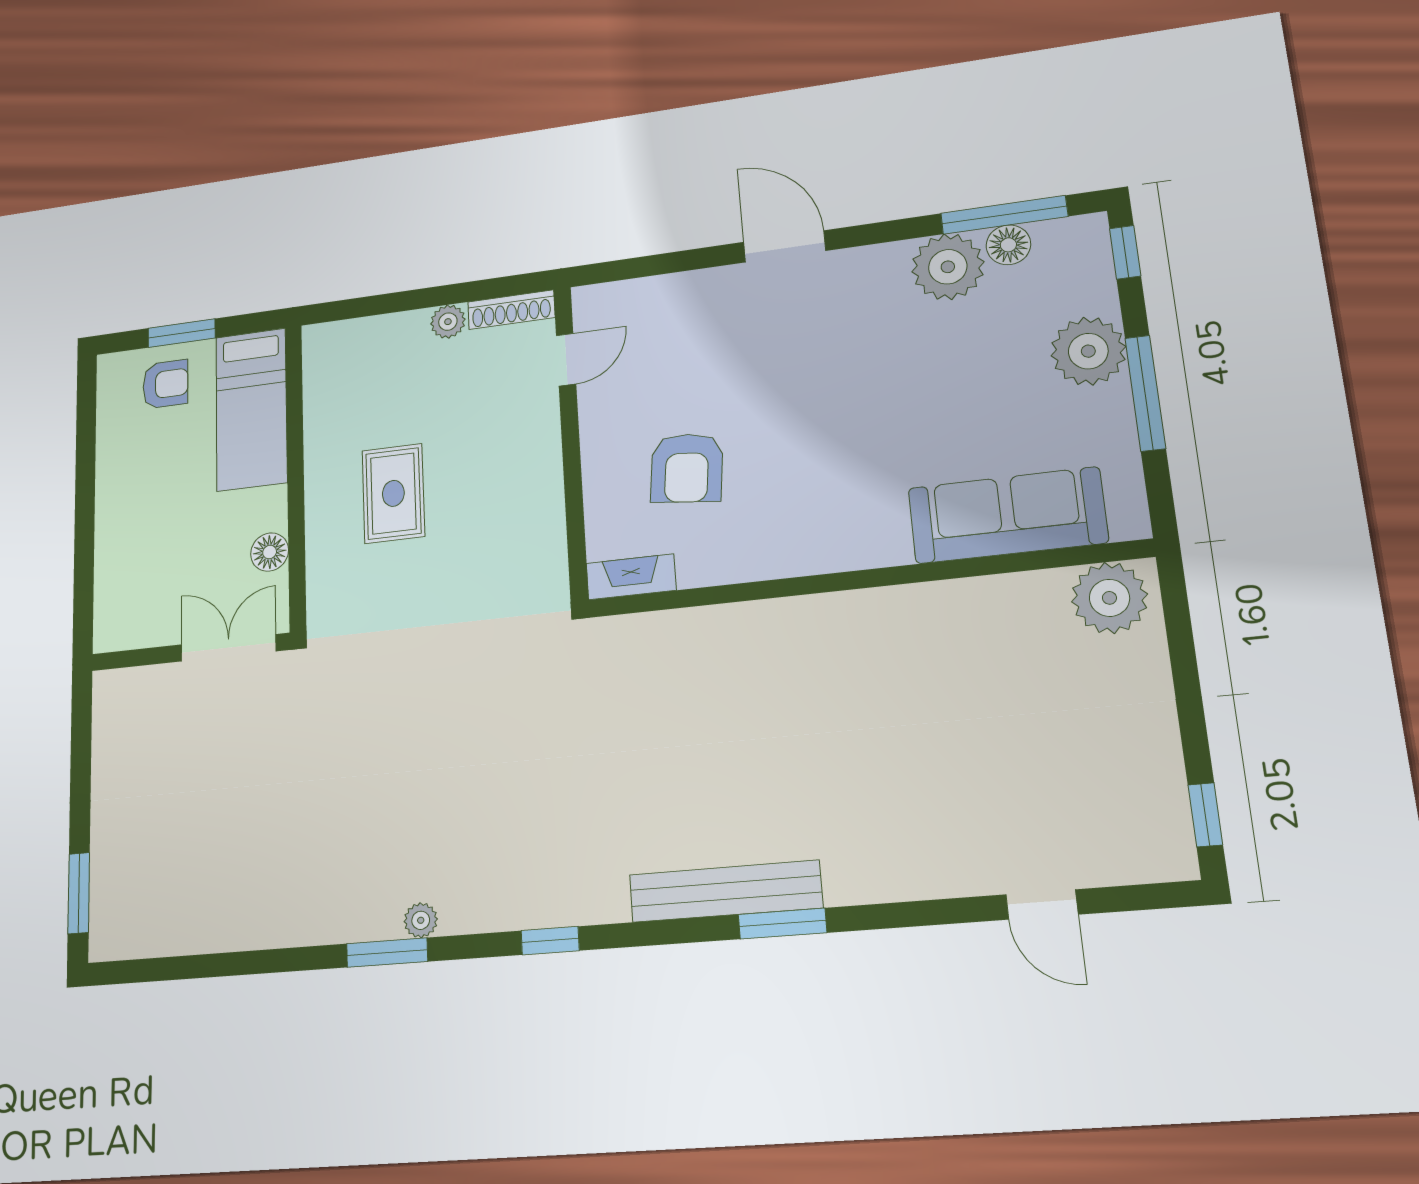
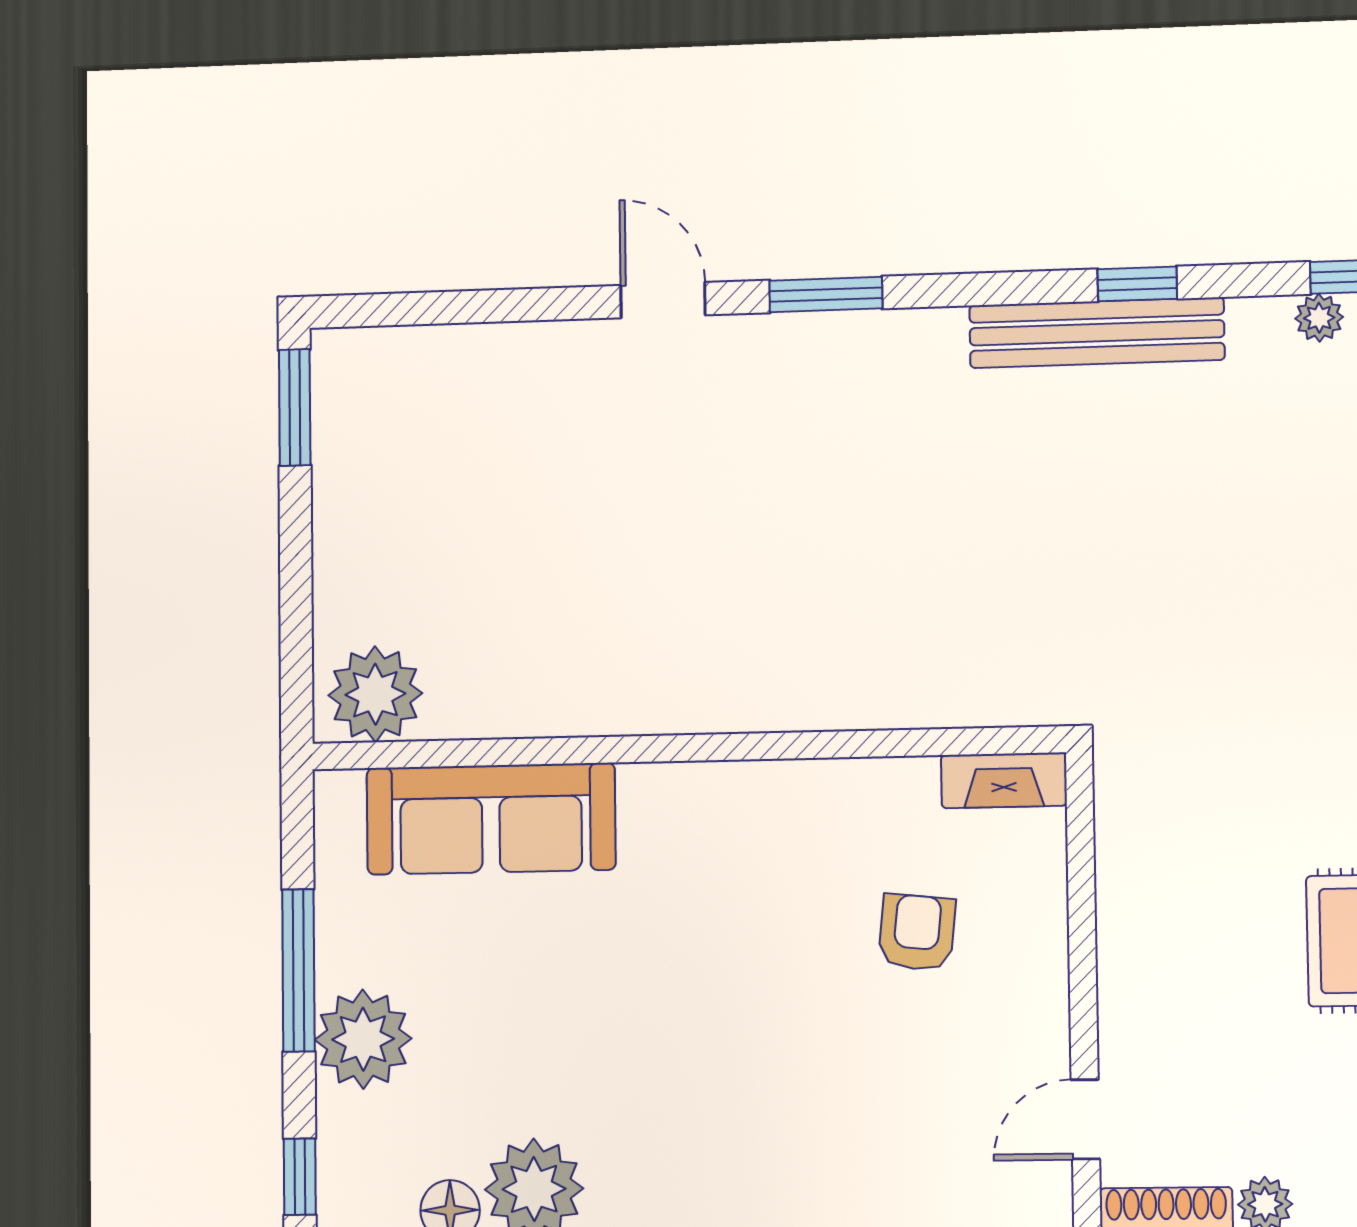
armchair: (687, 468) -> (917, 932), width x0.72, depth x0.72
window: (1205, 815) -> (295, 407), width x1.50
bench: (725, 891) -> (1097, 333), moved
door: (1042, 905) -> (663, 300), moved

